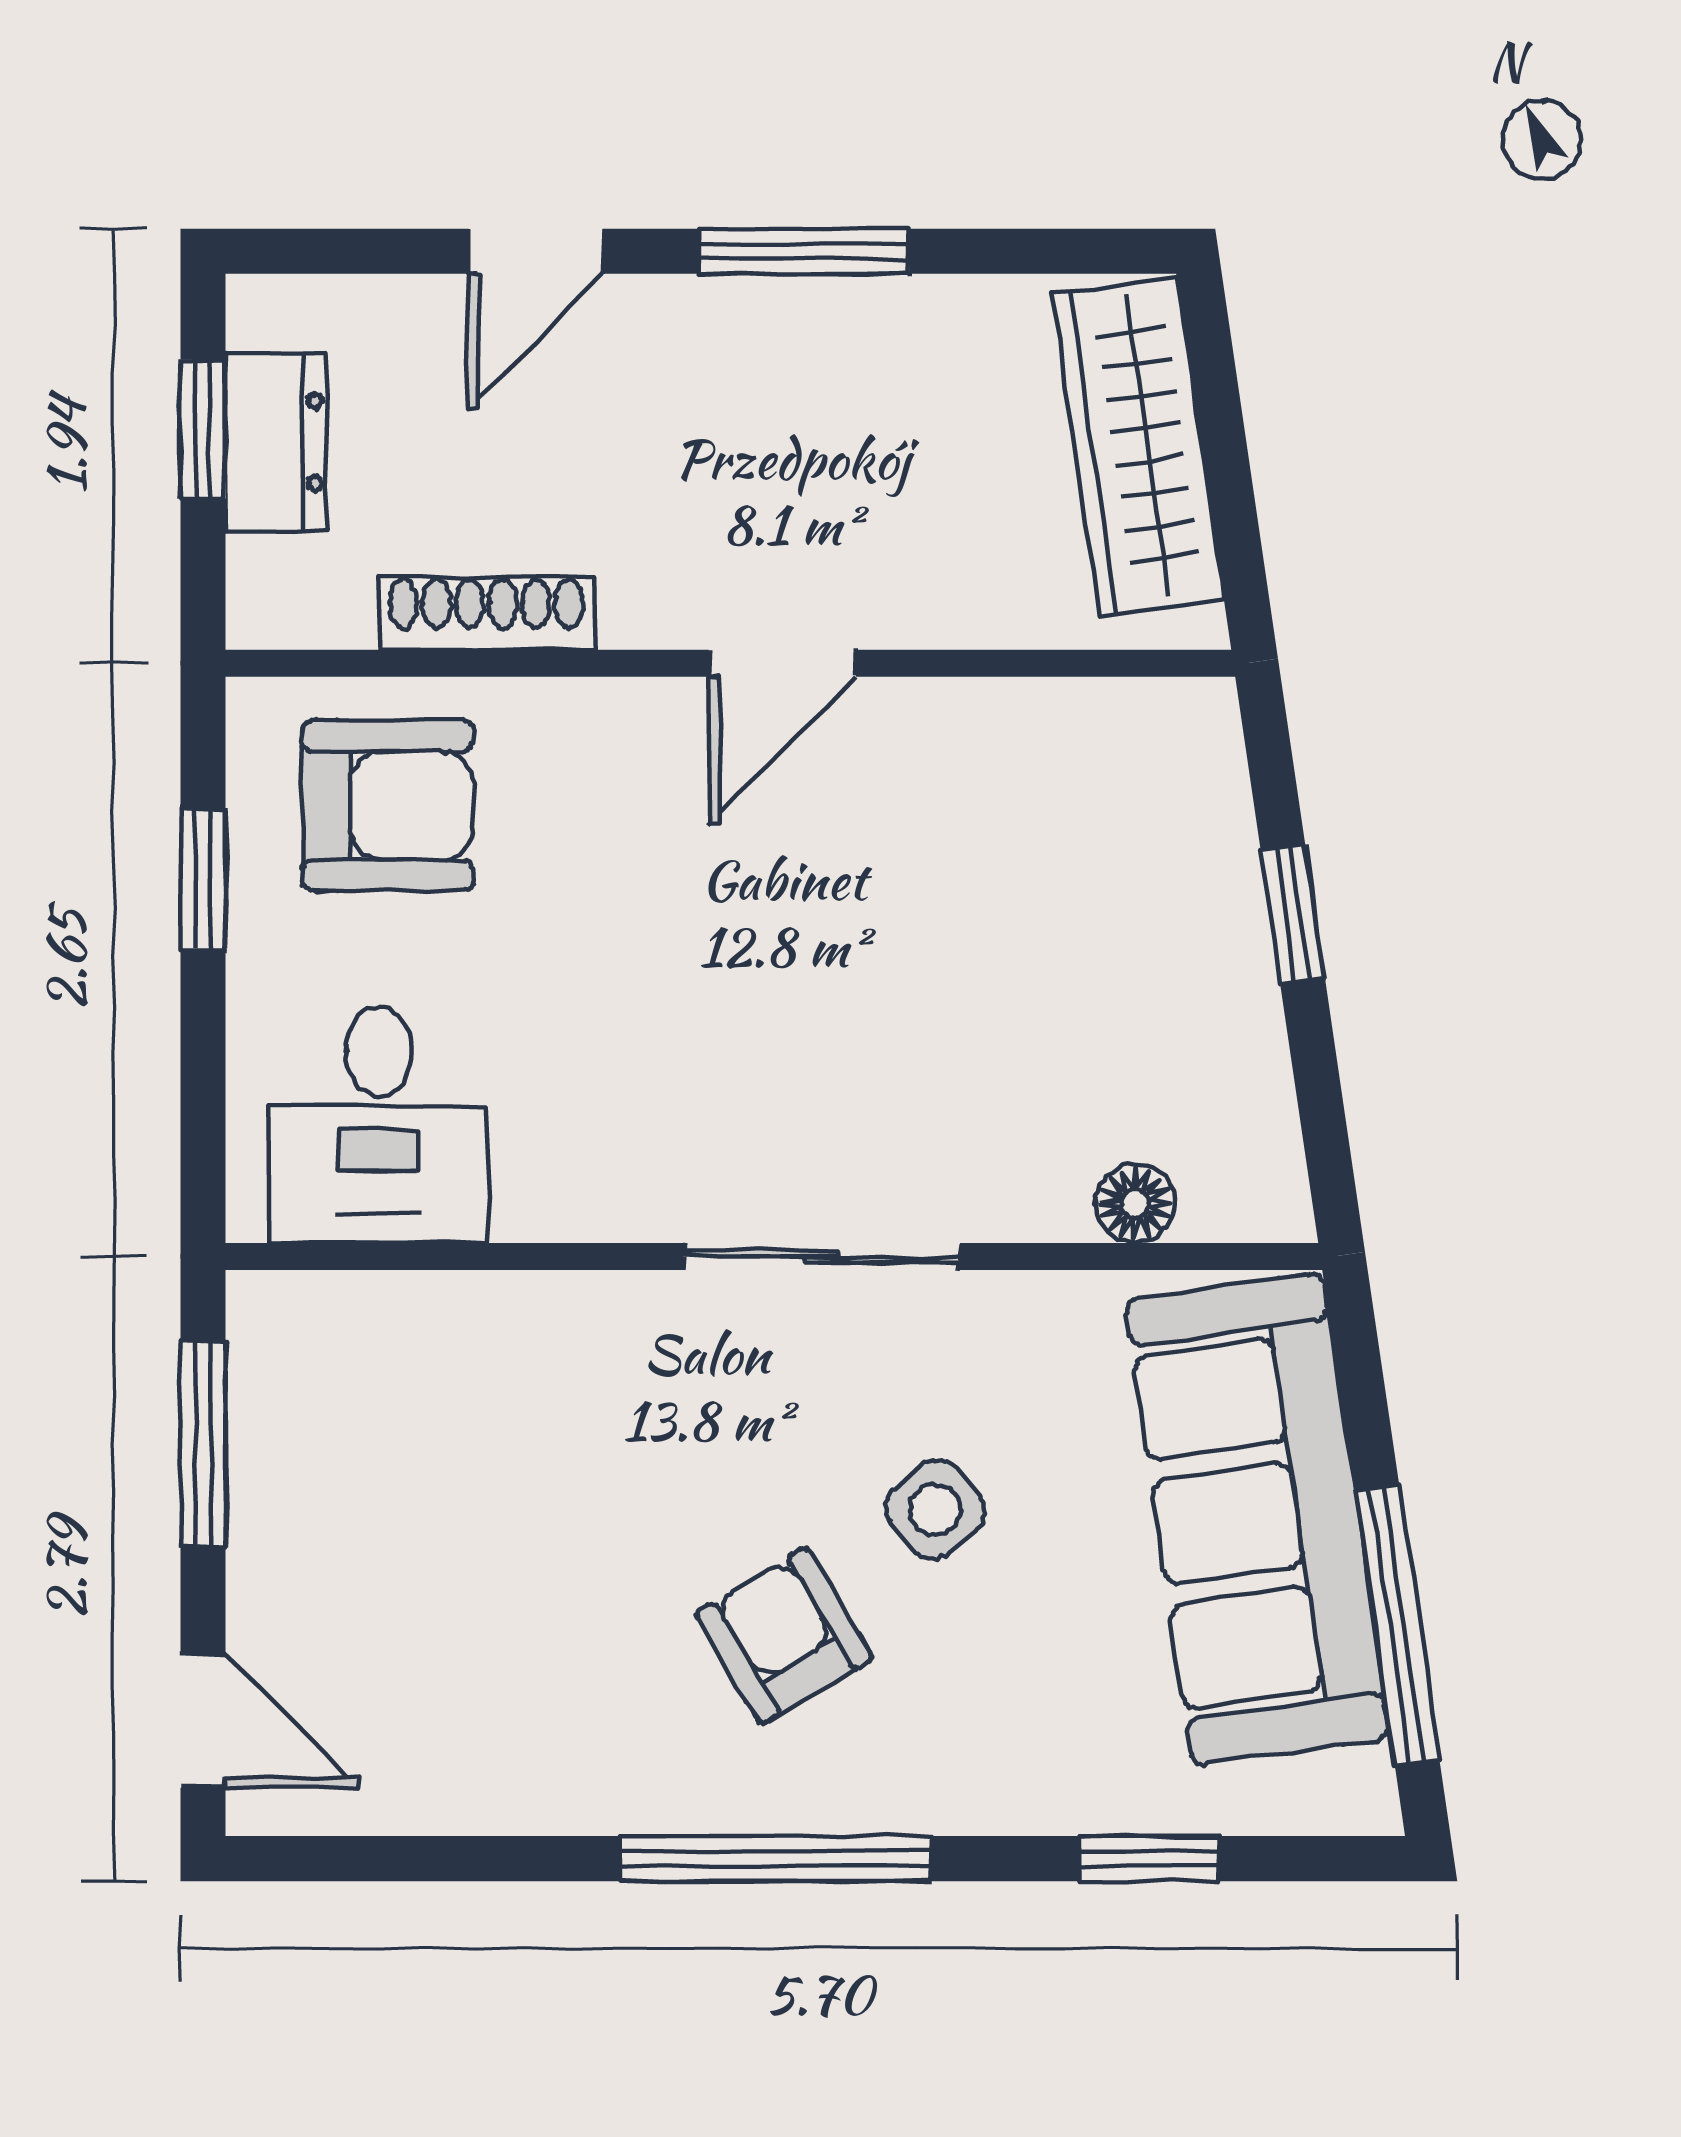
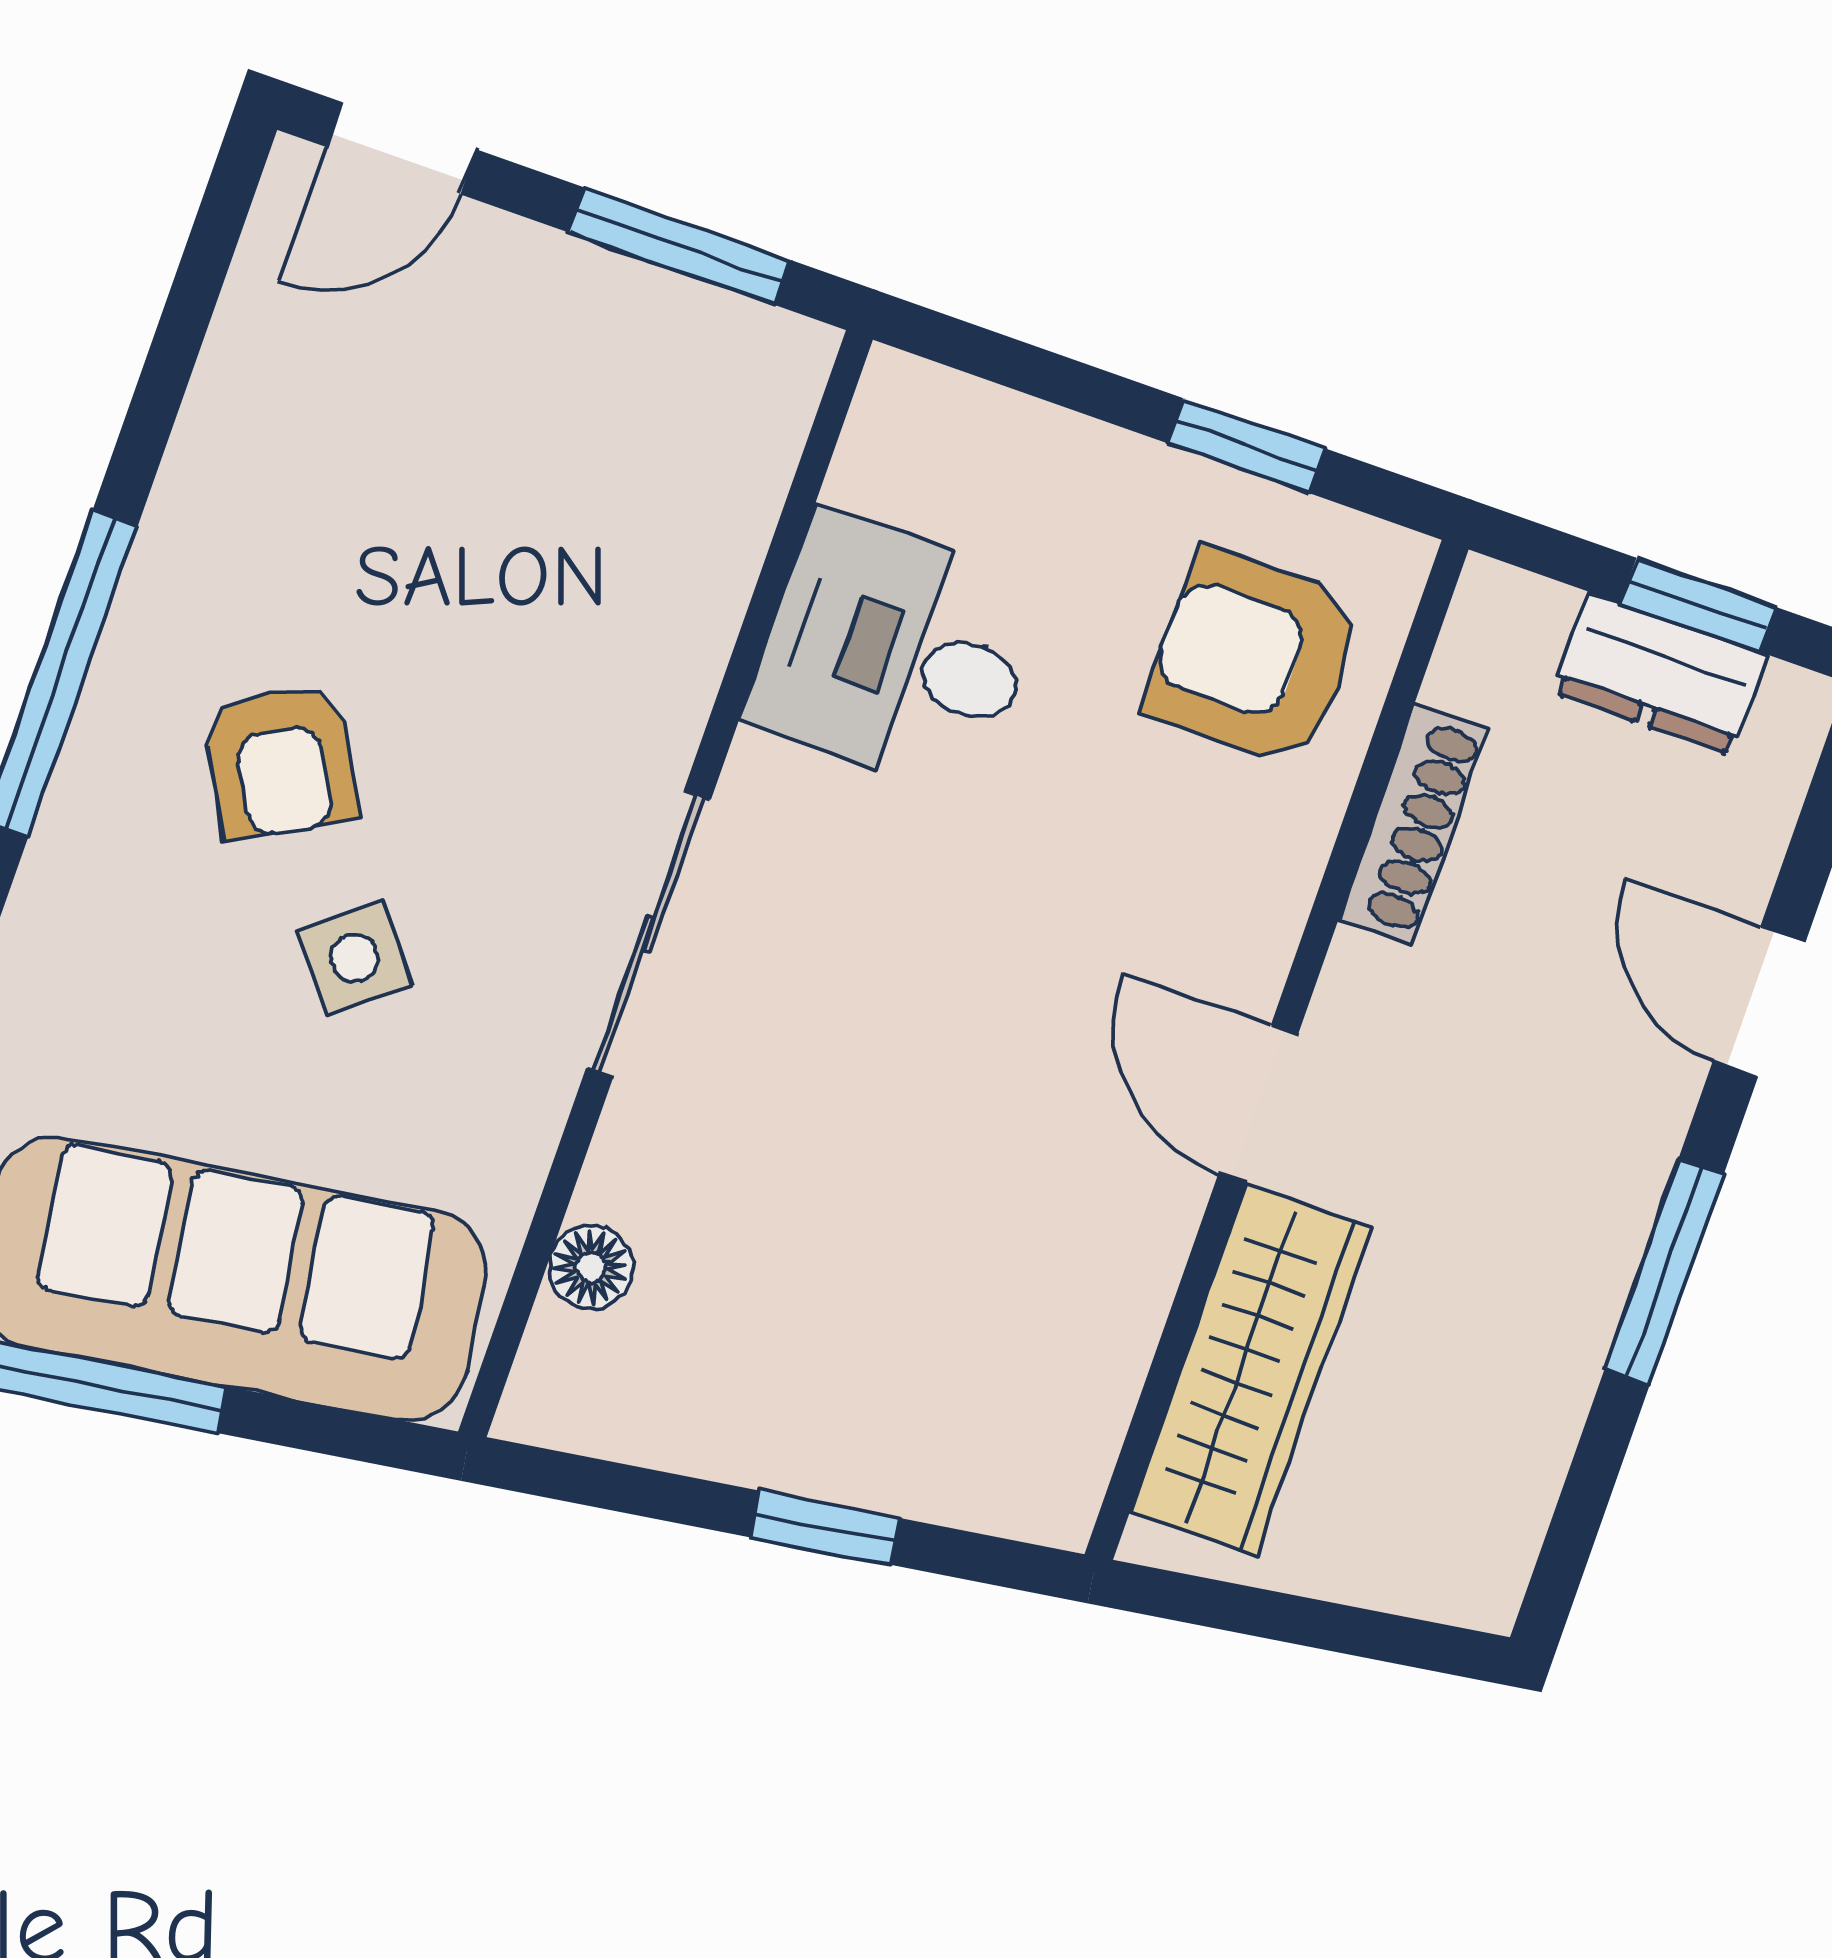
wardrobe: (1138, 446) -> (1251, 1370), moved, turned 98
armchair: (388, 805) -> (1255, 657), turned 90
desk: (379, 1125) -> (896, 653), moved
armchair: (784, 1636) -> (281, 761), turned 92

